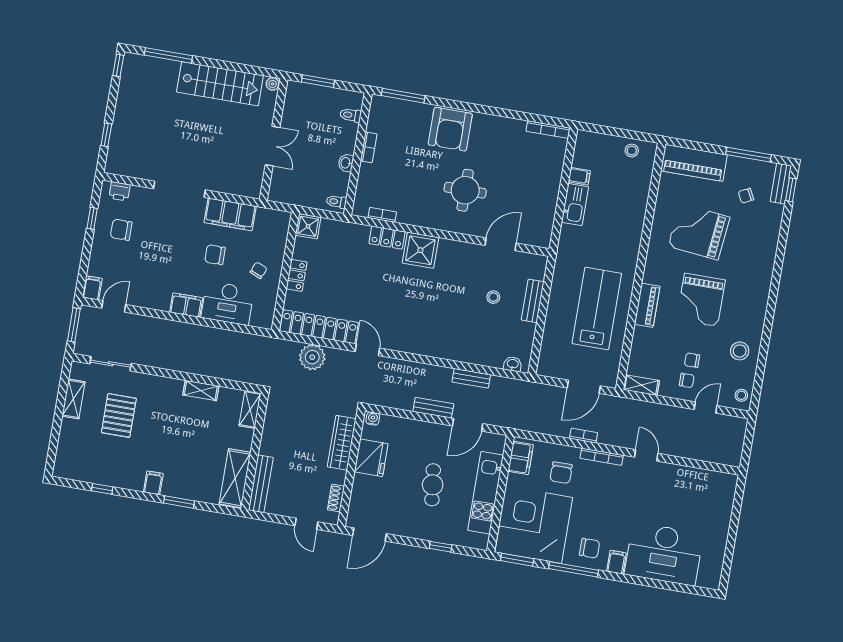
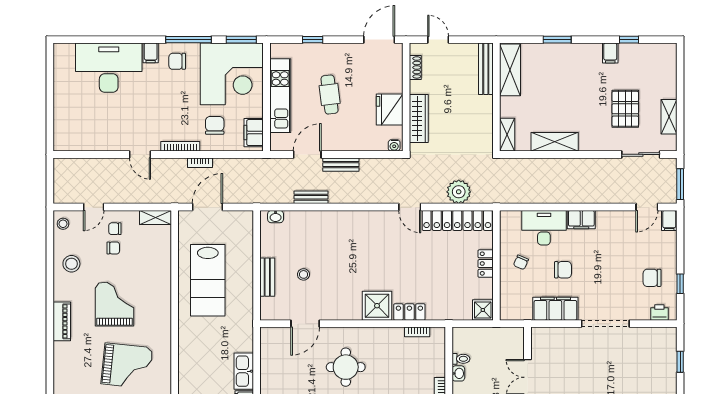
toilet: (336, 202) -> (461, 359), moved
chair: (121, 230) -> (652, 278), turned 180
piano: (647, 305) -> (62, 321), moved, turned 180
shelving: (201, 391) -> (555, 142), width x1.50, depth x1.33
filing cabinet: (153, 483) -> (610, 53), moved

